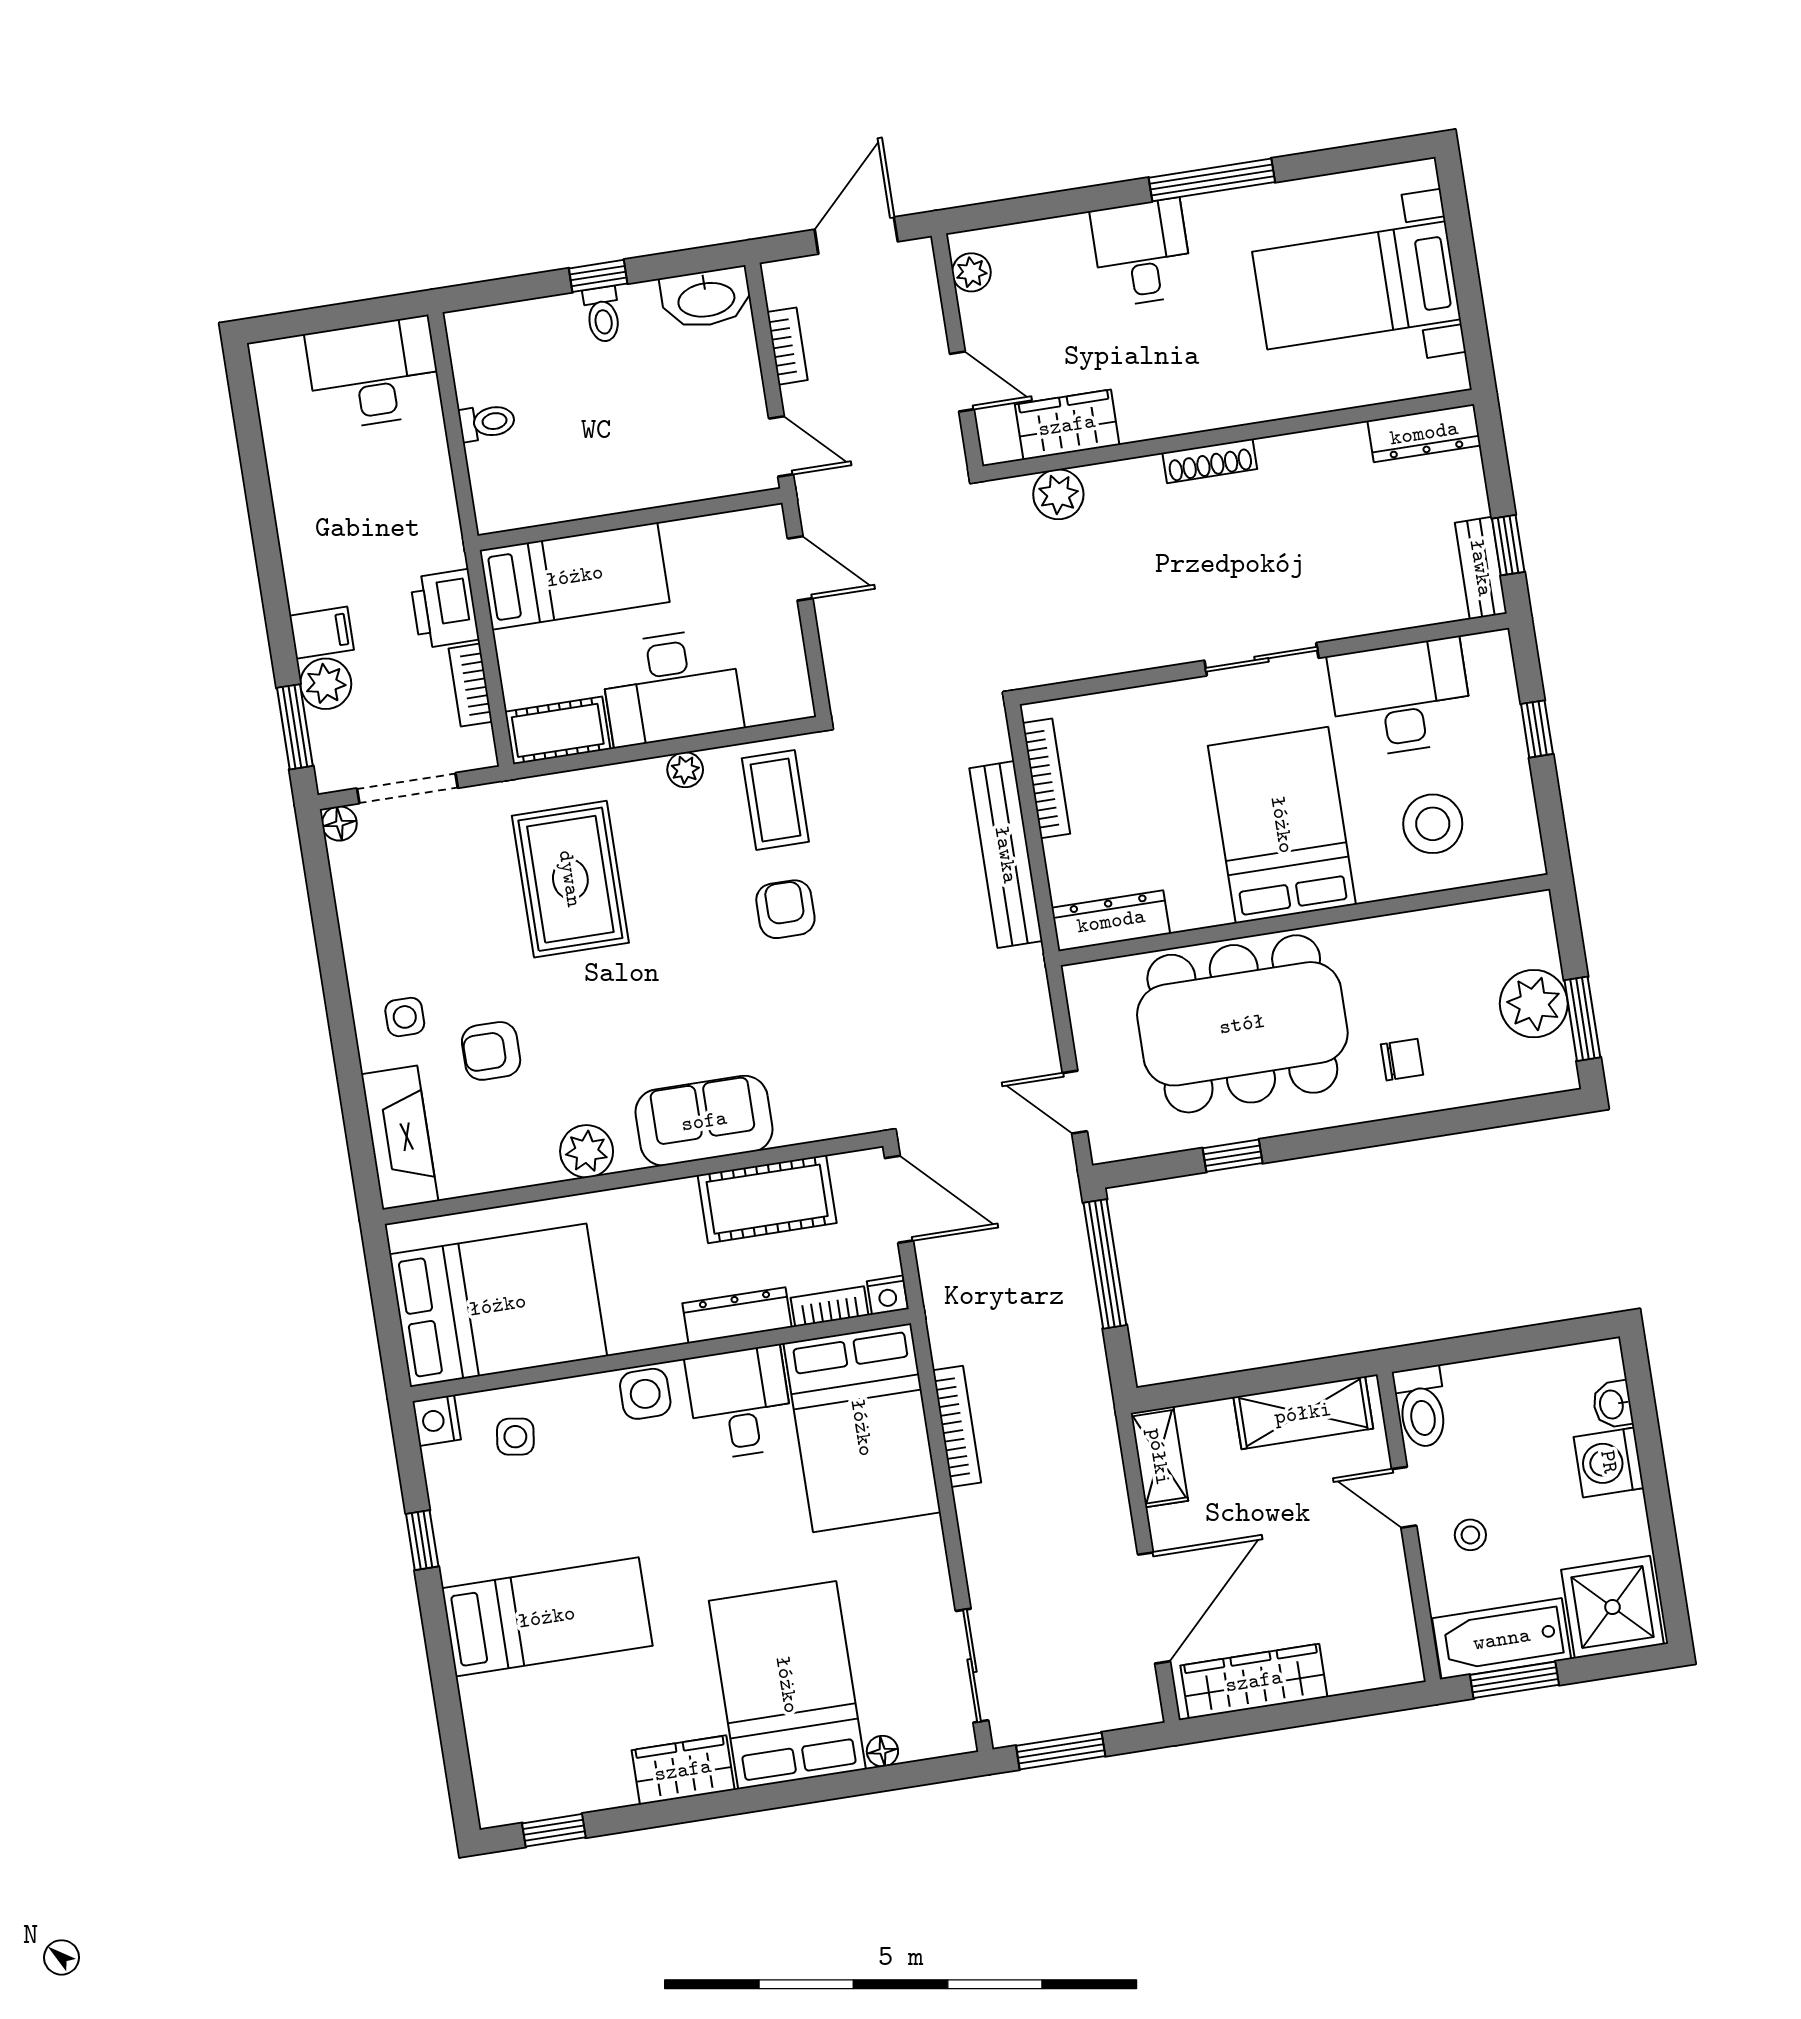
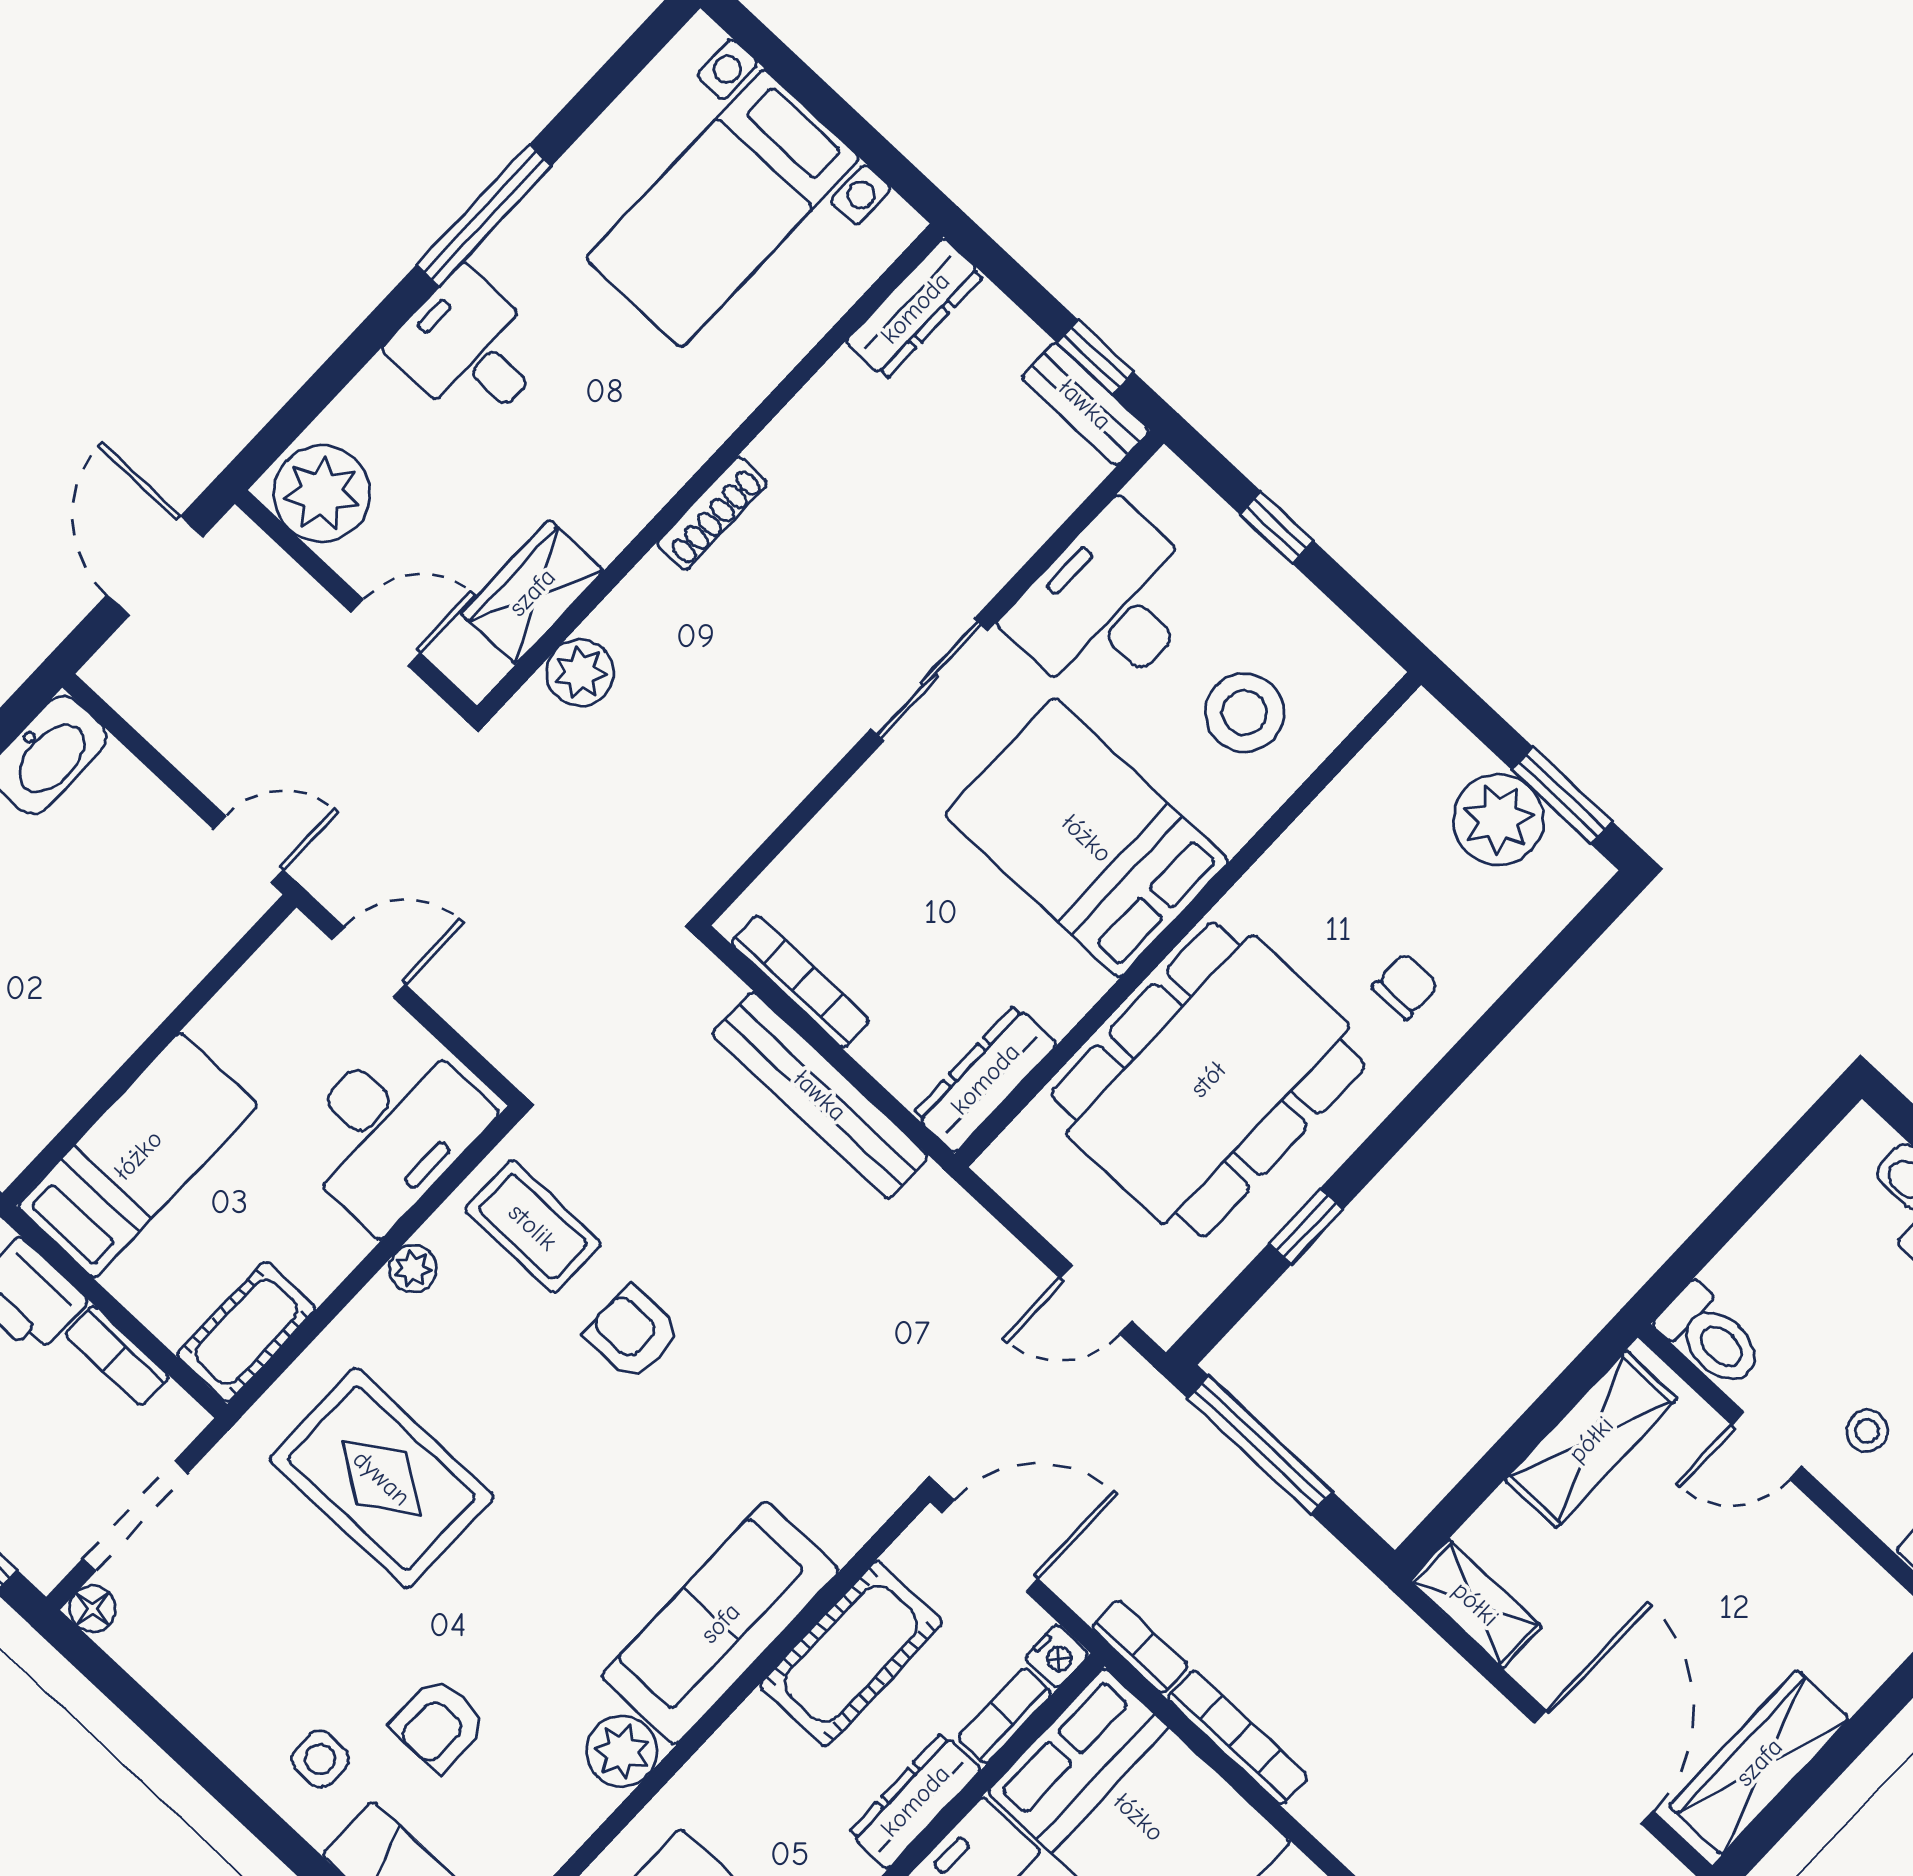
plant: (971, 272) -> (322, 494), width x1.88, depth x1.88
bookcase: (787, 346) -> (1140, 1647), moved
desk: (671, 687) -> (390, 1130), moved
sofa: (704, 1121) -> (720, 1623), width x1.36

